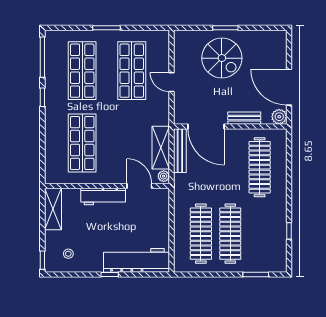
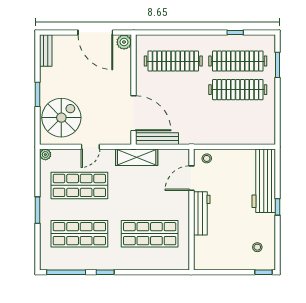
spiral stairs: (222, 58) -> (61, 118), moved
door: (289, 87) -> (95, 32), hinge flipped
bench: (244, 118) -> (46, 51), moved
door: (206, 126) -> (134, 113), hinge flipped
shelving: (161, 148) -> (137, 157), moved
plant: (164, 176) -> (45, 155), moved
stool: (160, 202) -> (207, 158), added
shelving: (53, 209) -> (214, 262), removed
clothes rail: (201, 234) -> (238, 61), moved

